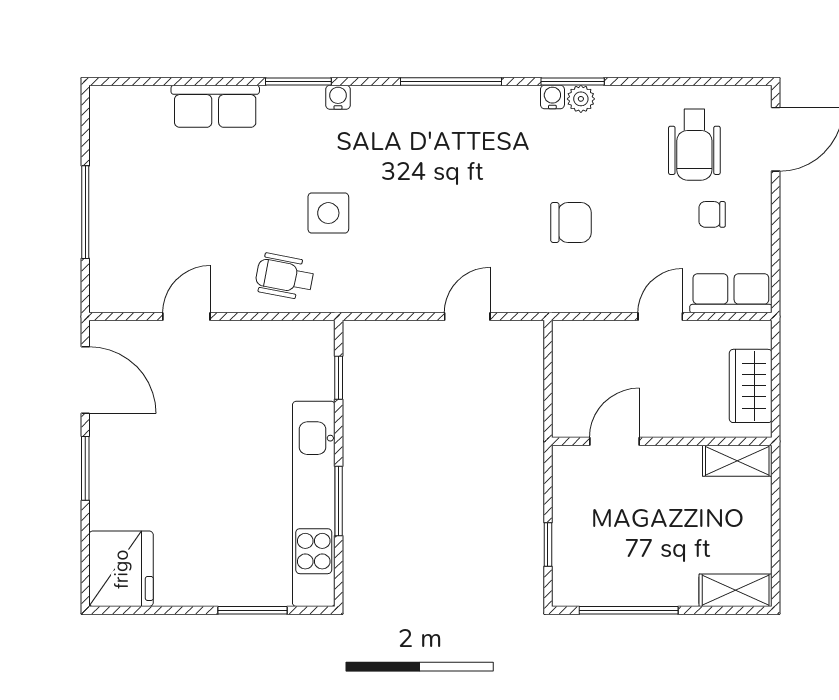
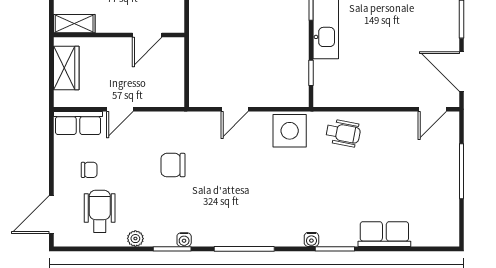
plant: (581, 99) -> (135, 239), moved
side table: (328, 213) -> (290, 131), moved, width x1.37, depth x1.37
door: (186, 317) -> (432, 109), moved

